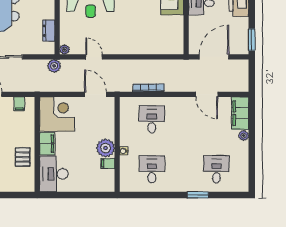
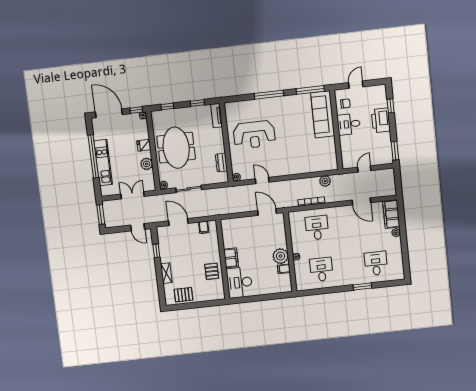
door: (214, 57) -> (364, 169), width x0.53
plant: (54, 66) -> (325, 181), moved
corner desk: (57, 114) -> (236, 232), removed

